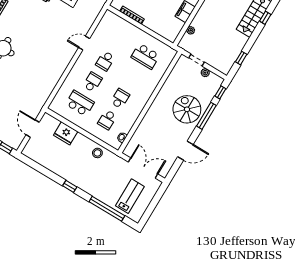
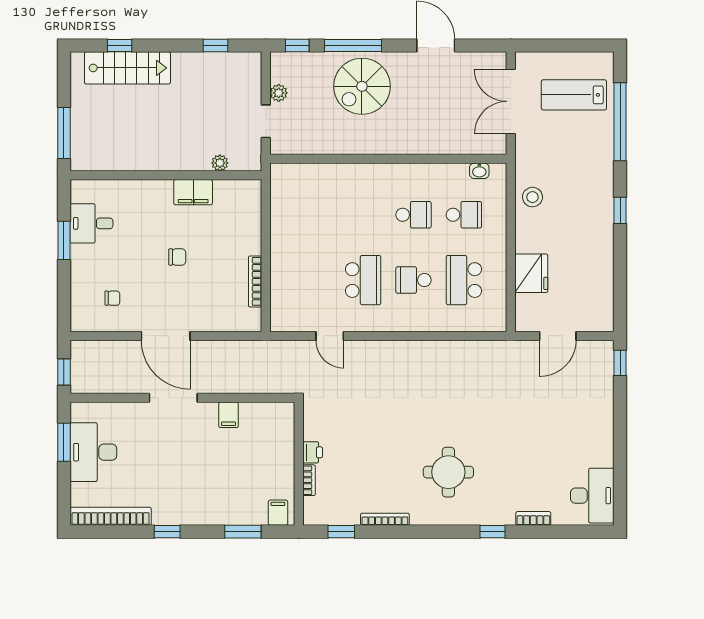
door: (84, 43) -> (330, 336), moved
school desk: (145, 56) -> (313, 215), removed
school desk: (105, 61) -> (363, 280), width x1.85
school desk: (120, 99) -> (413, 215), turned 180

